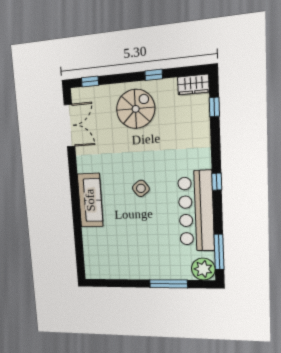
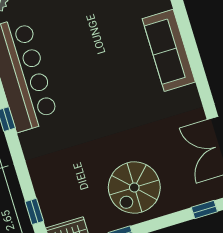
side table: (141, 188) -> (102, 85), removed

